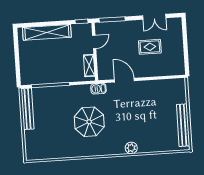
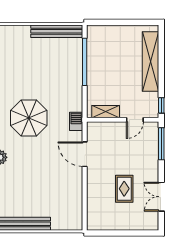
door: (94, 42) -> (135, 120), hinge flipped
door: (124, 80) -> (85, 154), swing flipped
parasol: (89, 122) -> (29, 118), moved

